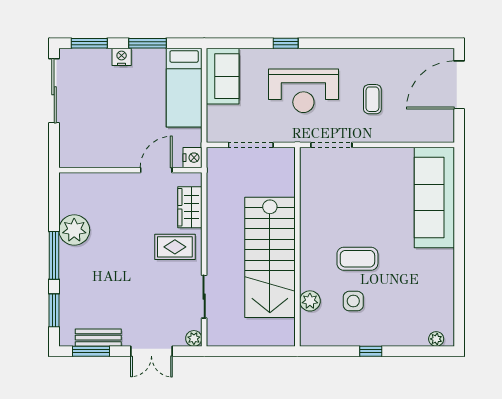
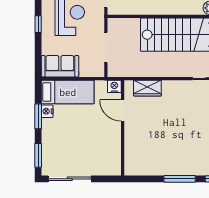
nightstand: (122, 57) -> (47, 111), moved
plant: (74, 230) -> (163, 165), removed
rug: (175, 247) -> (174, 98), removed

